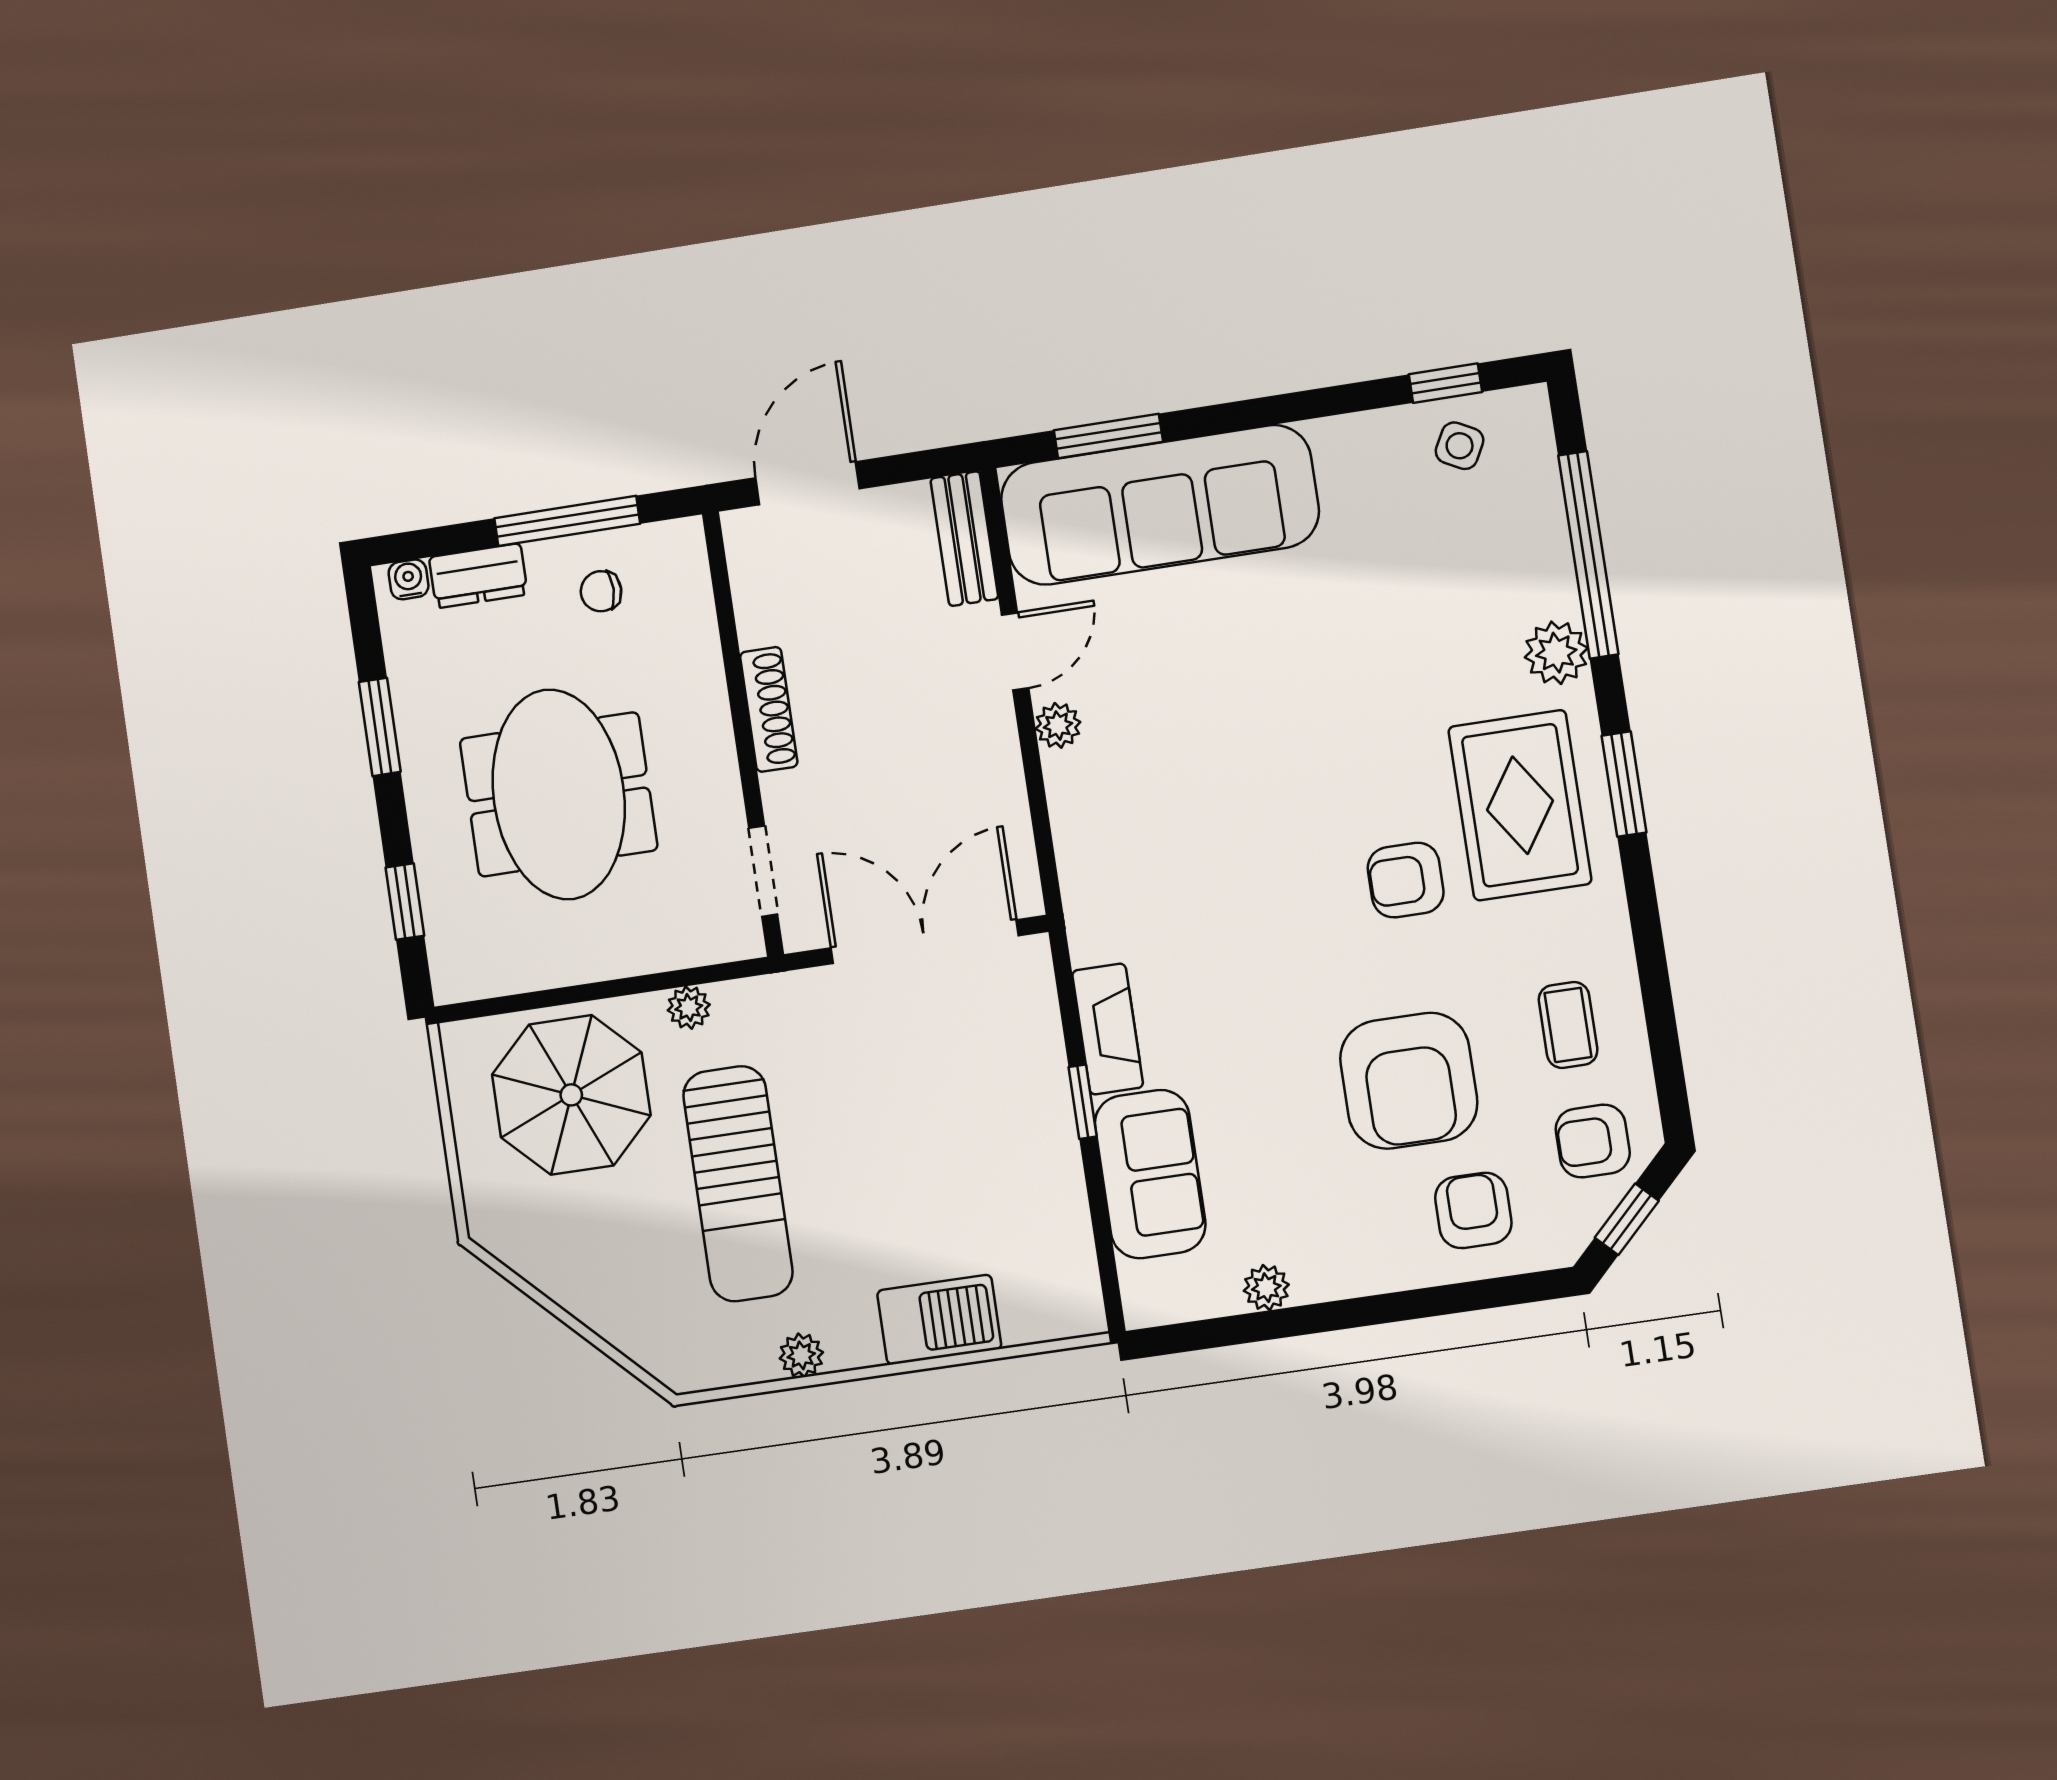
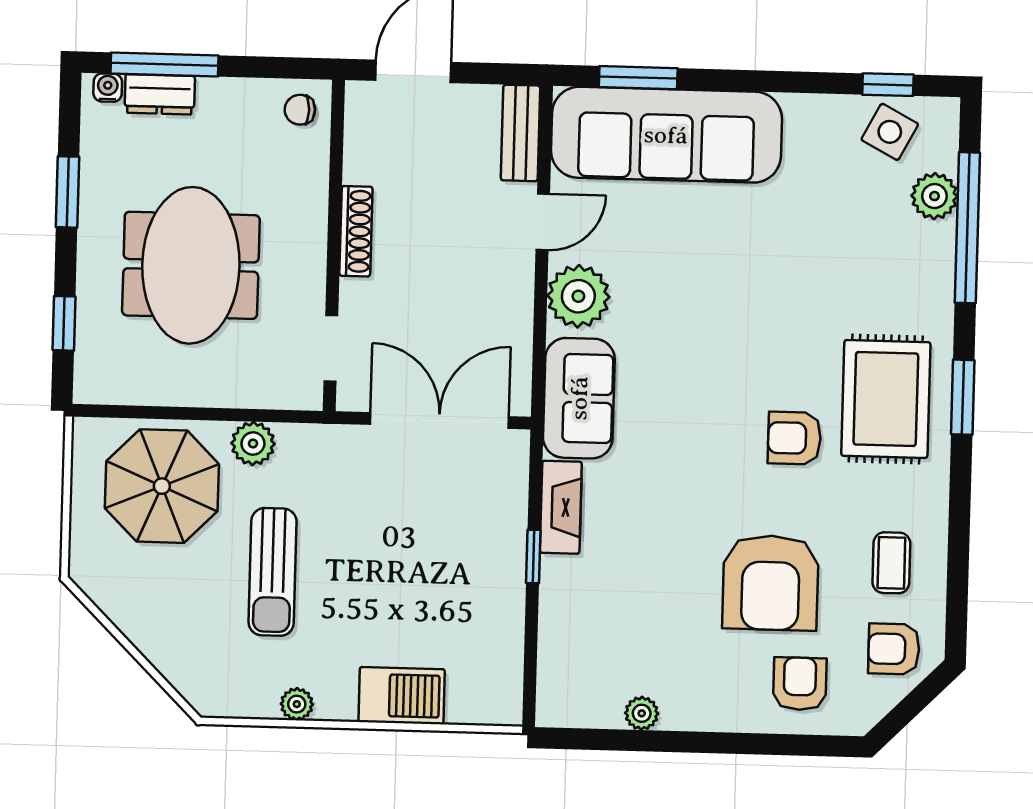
side table: (1460, 446) -> (890, 132), width x1.37, depth x1.37
window: (567, 521) -> (164, 64), moved
chair: (601, 591) -> (300, 110), moved
plant: (1556, 653) -> (934, 196), moved
plant: (1058, 725) -> (578, 296), width x1.88, depth x1.88
plant: (689, 1008) -> (253, 444), width x1.38, depth x1.38
sofa: (1150, 1174) -> (579, 398), moved
sun lounger: (738, 1184) -> (273, 572), width x0.73, depth x0.75
window: (1627, 1219) -> (908, 709), removed

